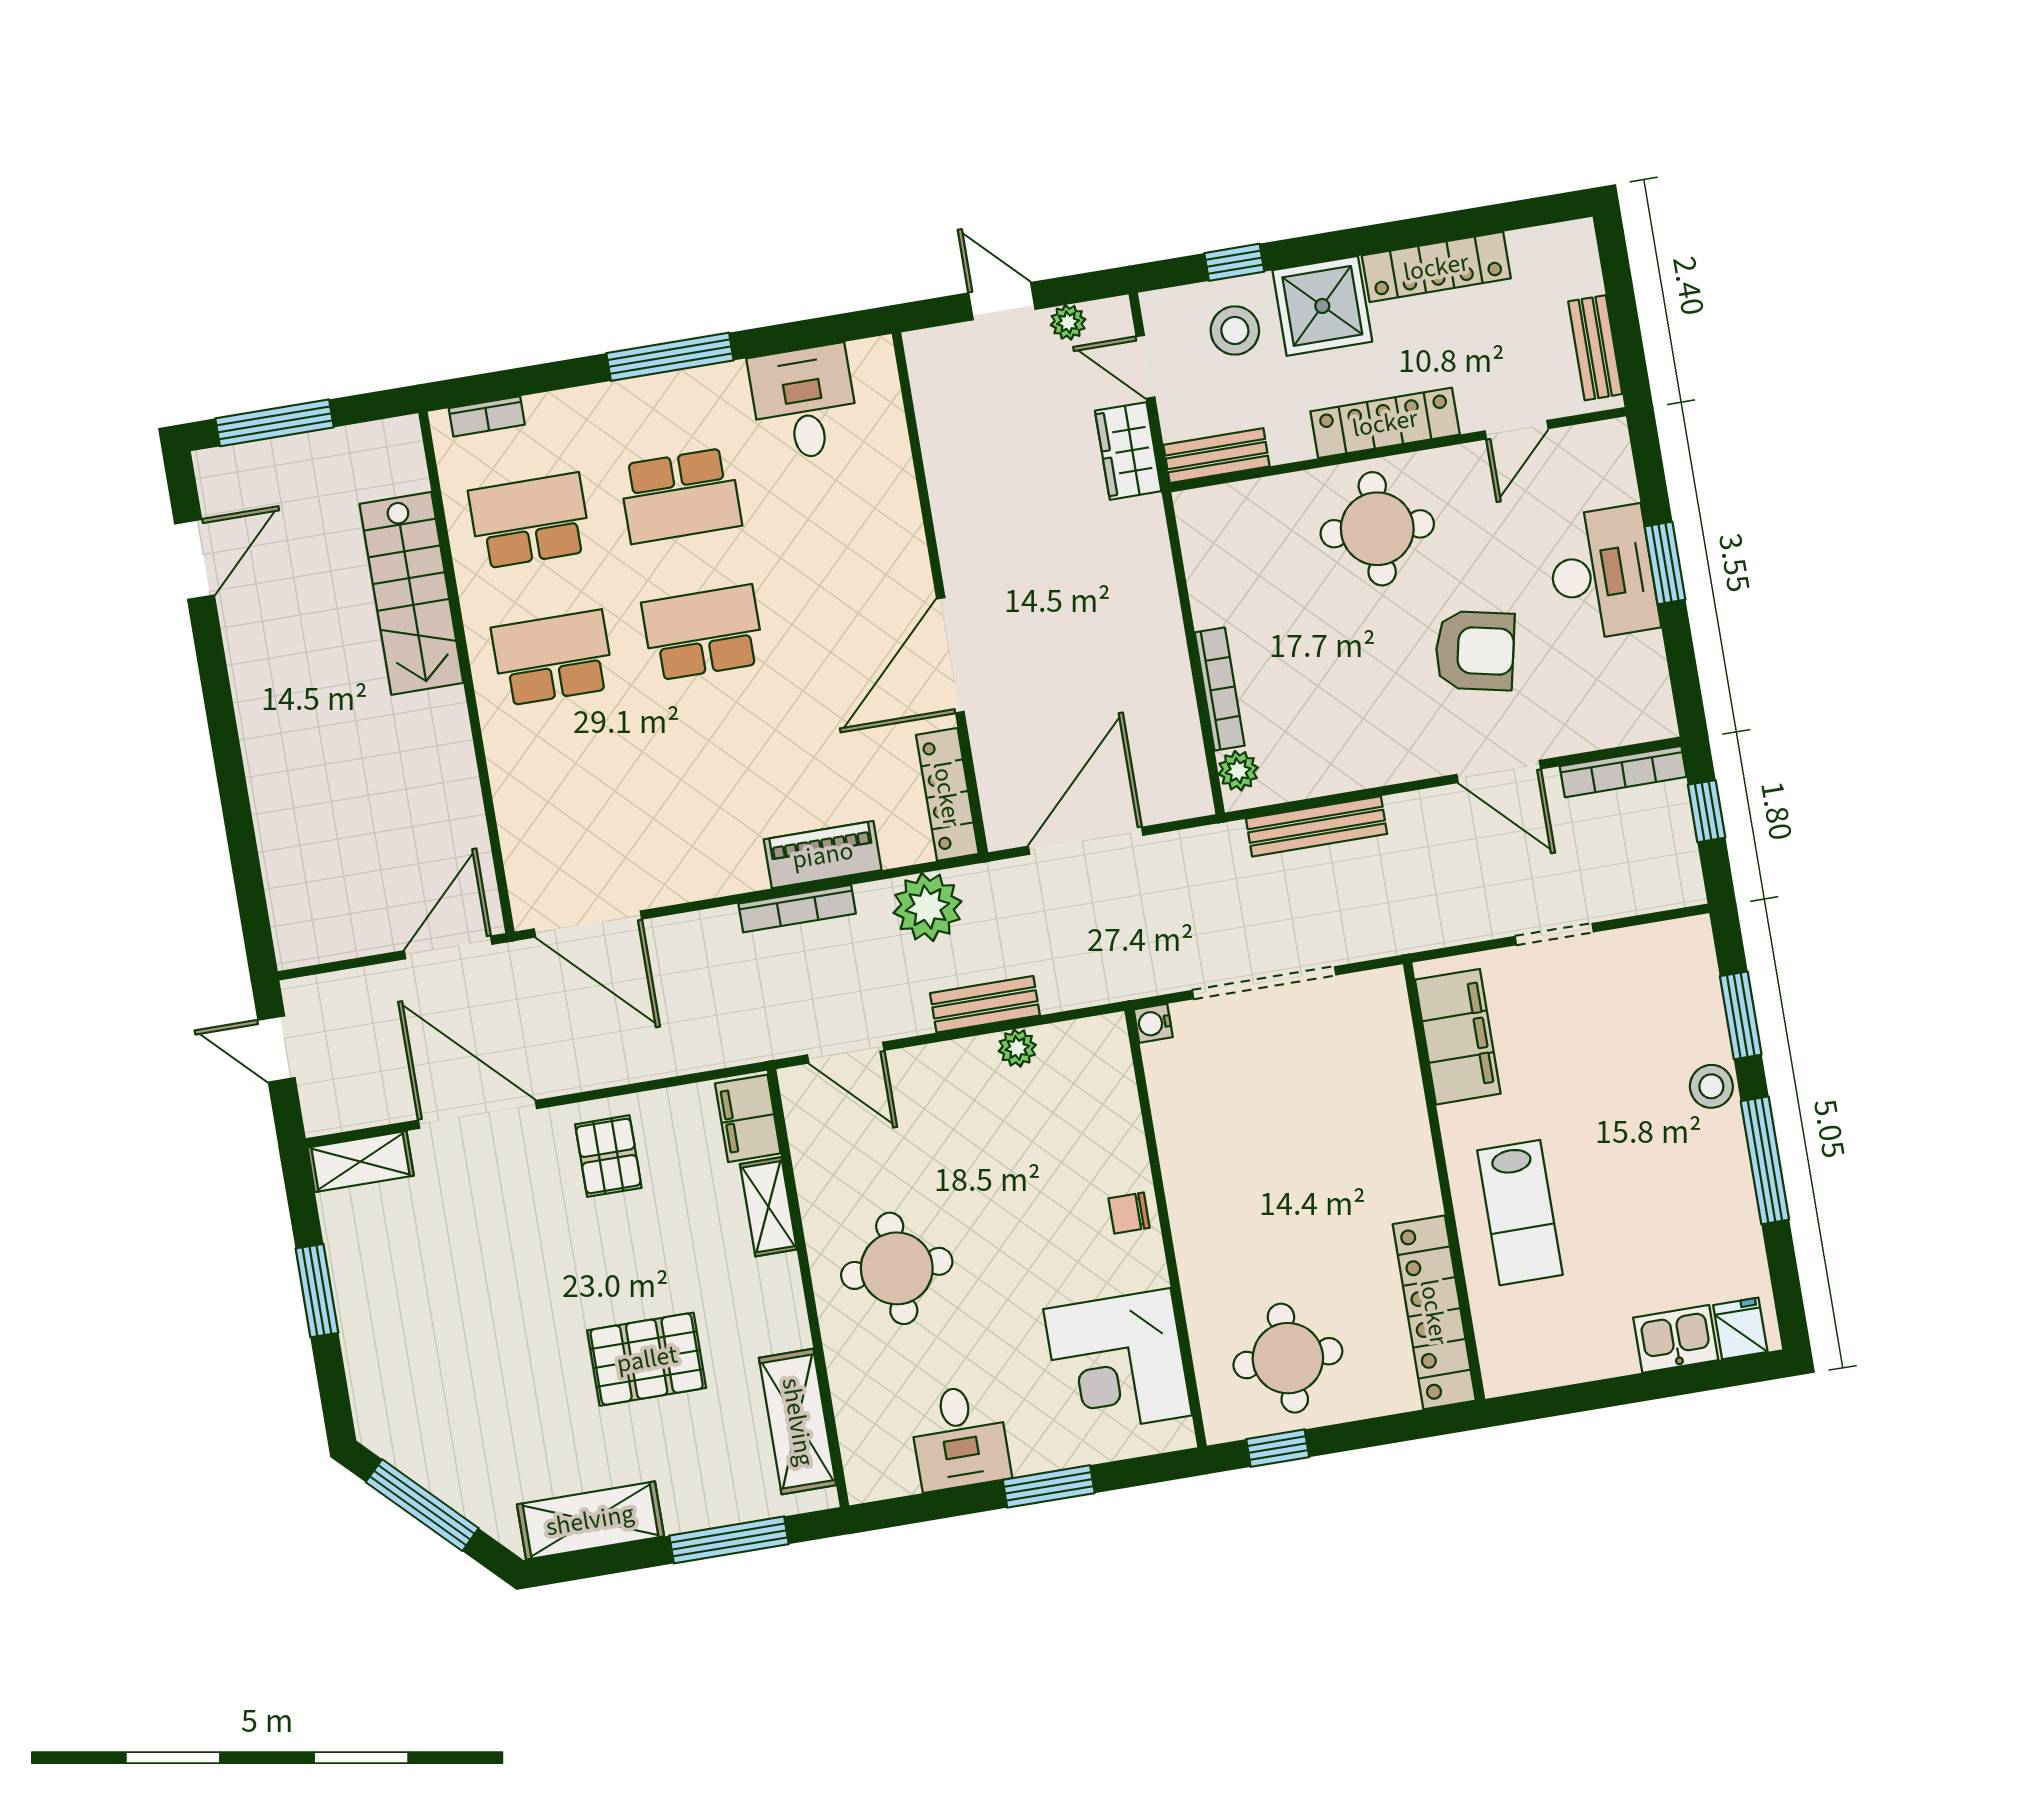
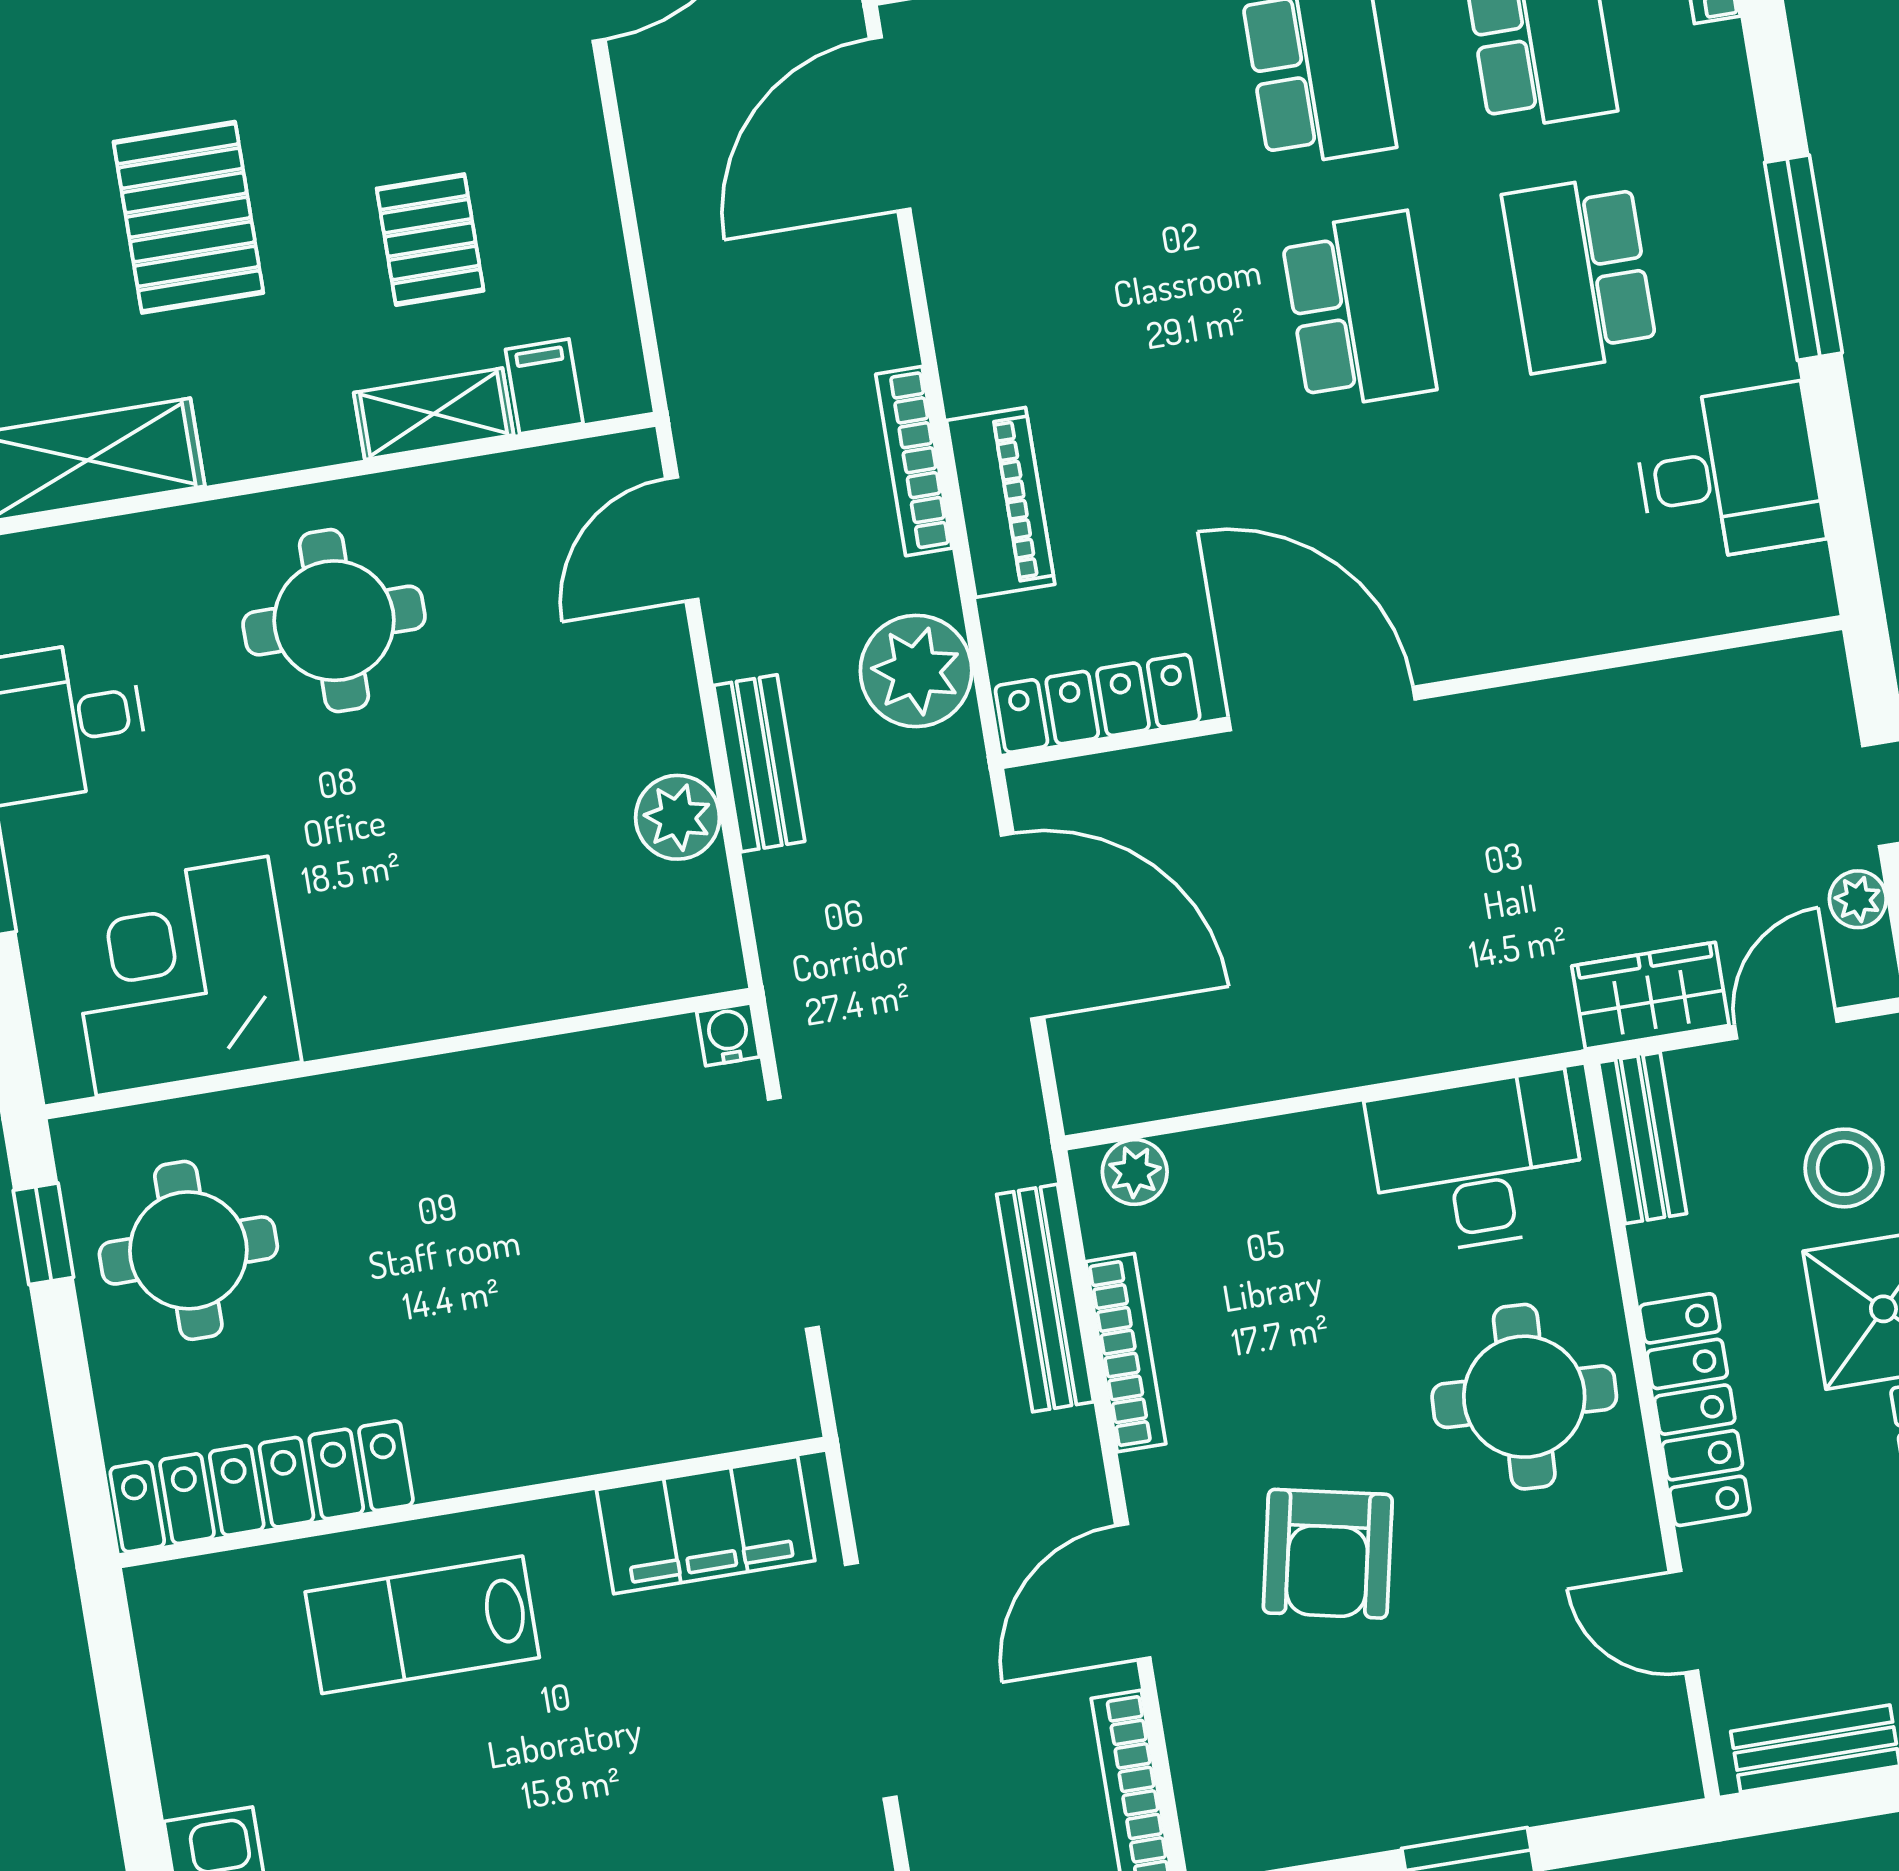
desk: (1602, 573) -> (1477, 1164), moved, turned 180
bookcase: (1220, 689) -> (1126, 1353), moved, turned -90
doorway: (1554, 934) -> (871, 1681), width x1.87
plant: (1017, 1048) -> (678, 817), width x1.38, depth x1.38
filing cabinet: (748, 1118) -> (544, 386), width x0.50
pallet: (608, 1156) -> (430, 240), moved, turned 90
chair: (1129, 1213) -> (423, 995), removed

